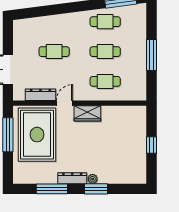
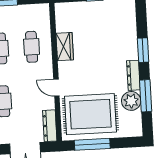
dresser: (40, 95) -> (50, 126), moved
wardrobe: (87, 113) -> (65, 47), moved
plant: (93, 179) -> (131, 101), moved, width x1.87, depth x1.87

